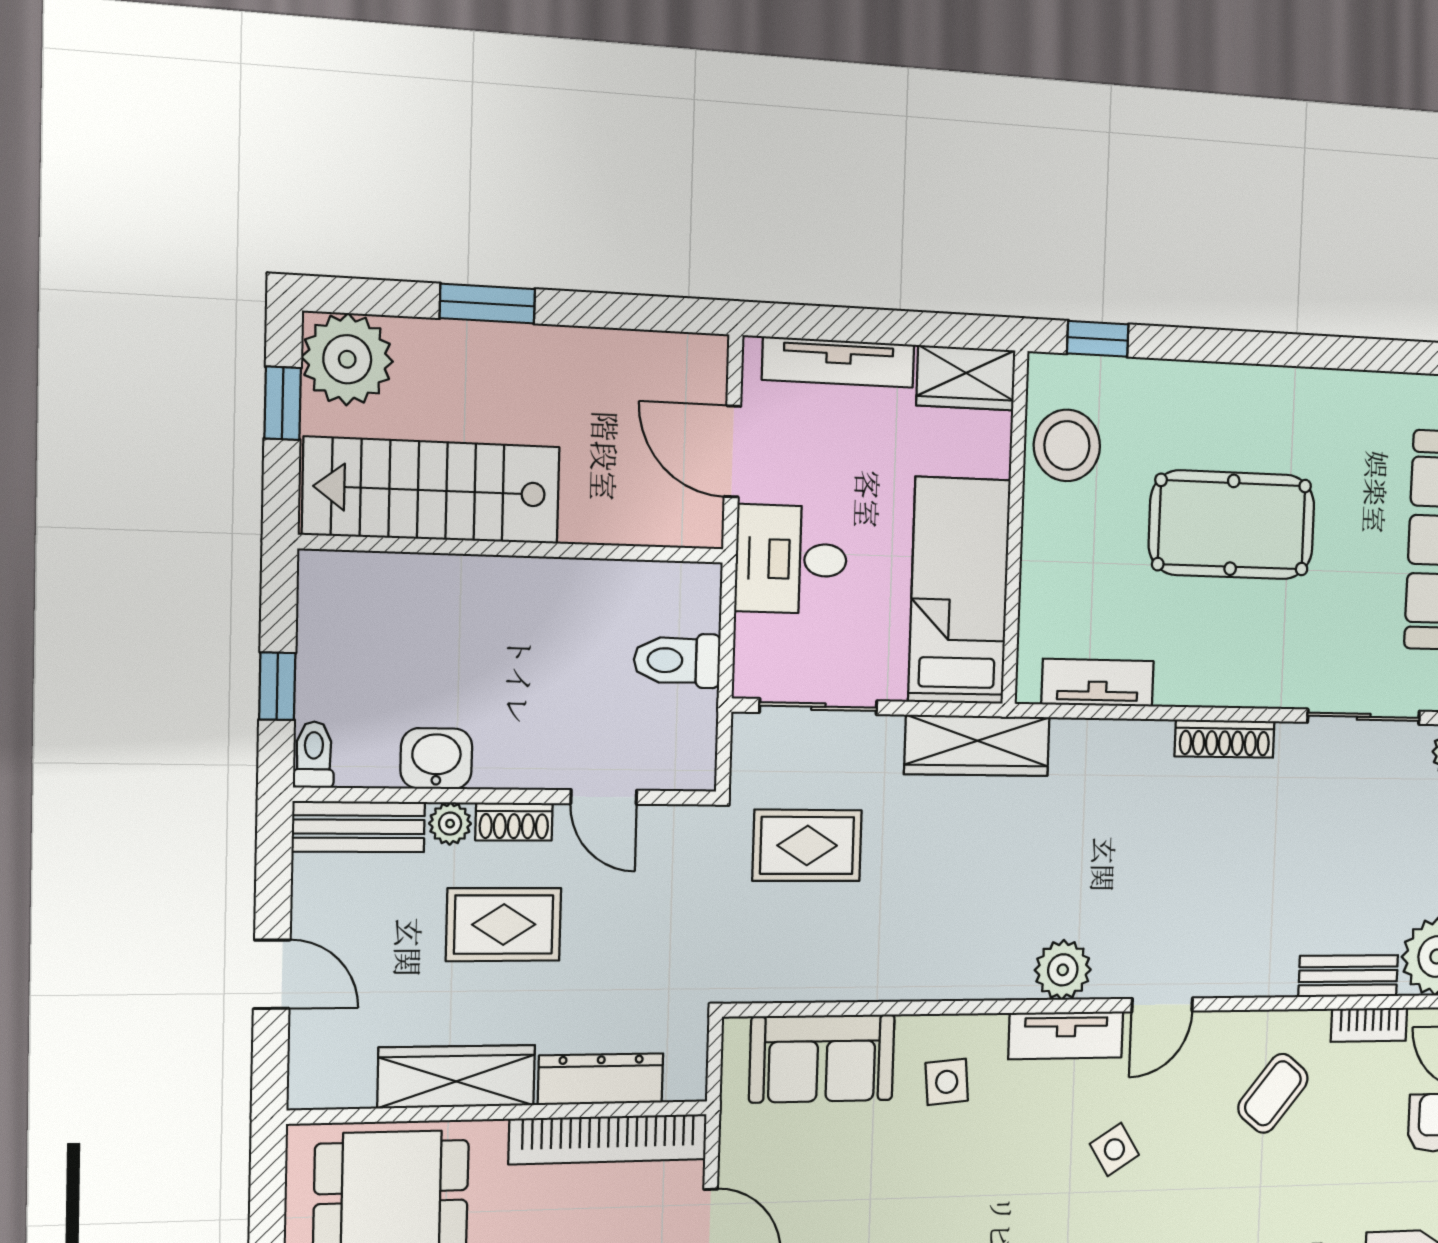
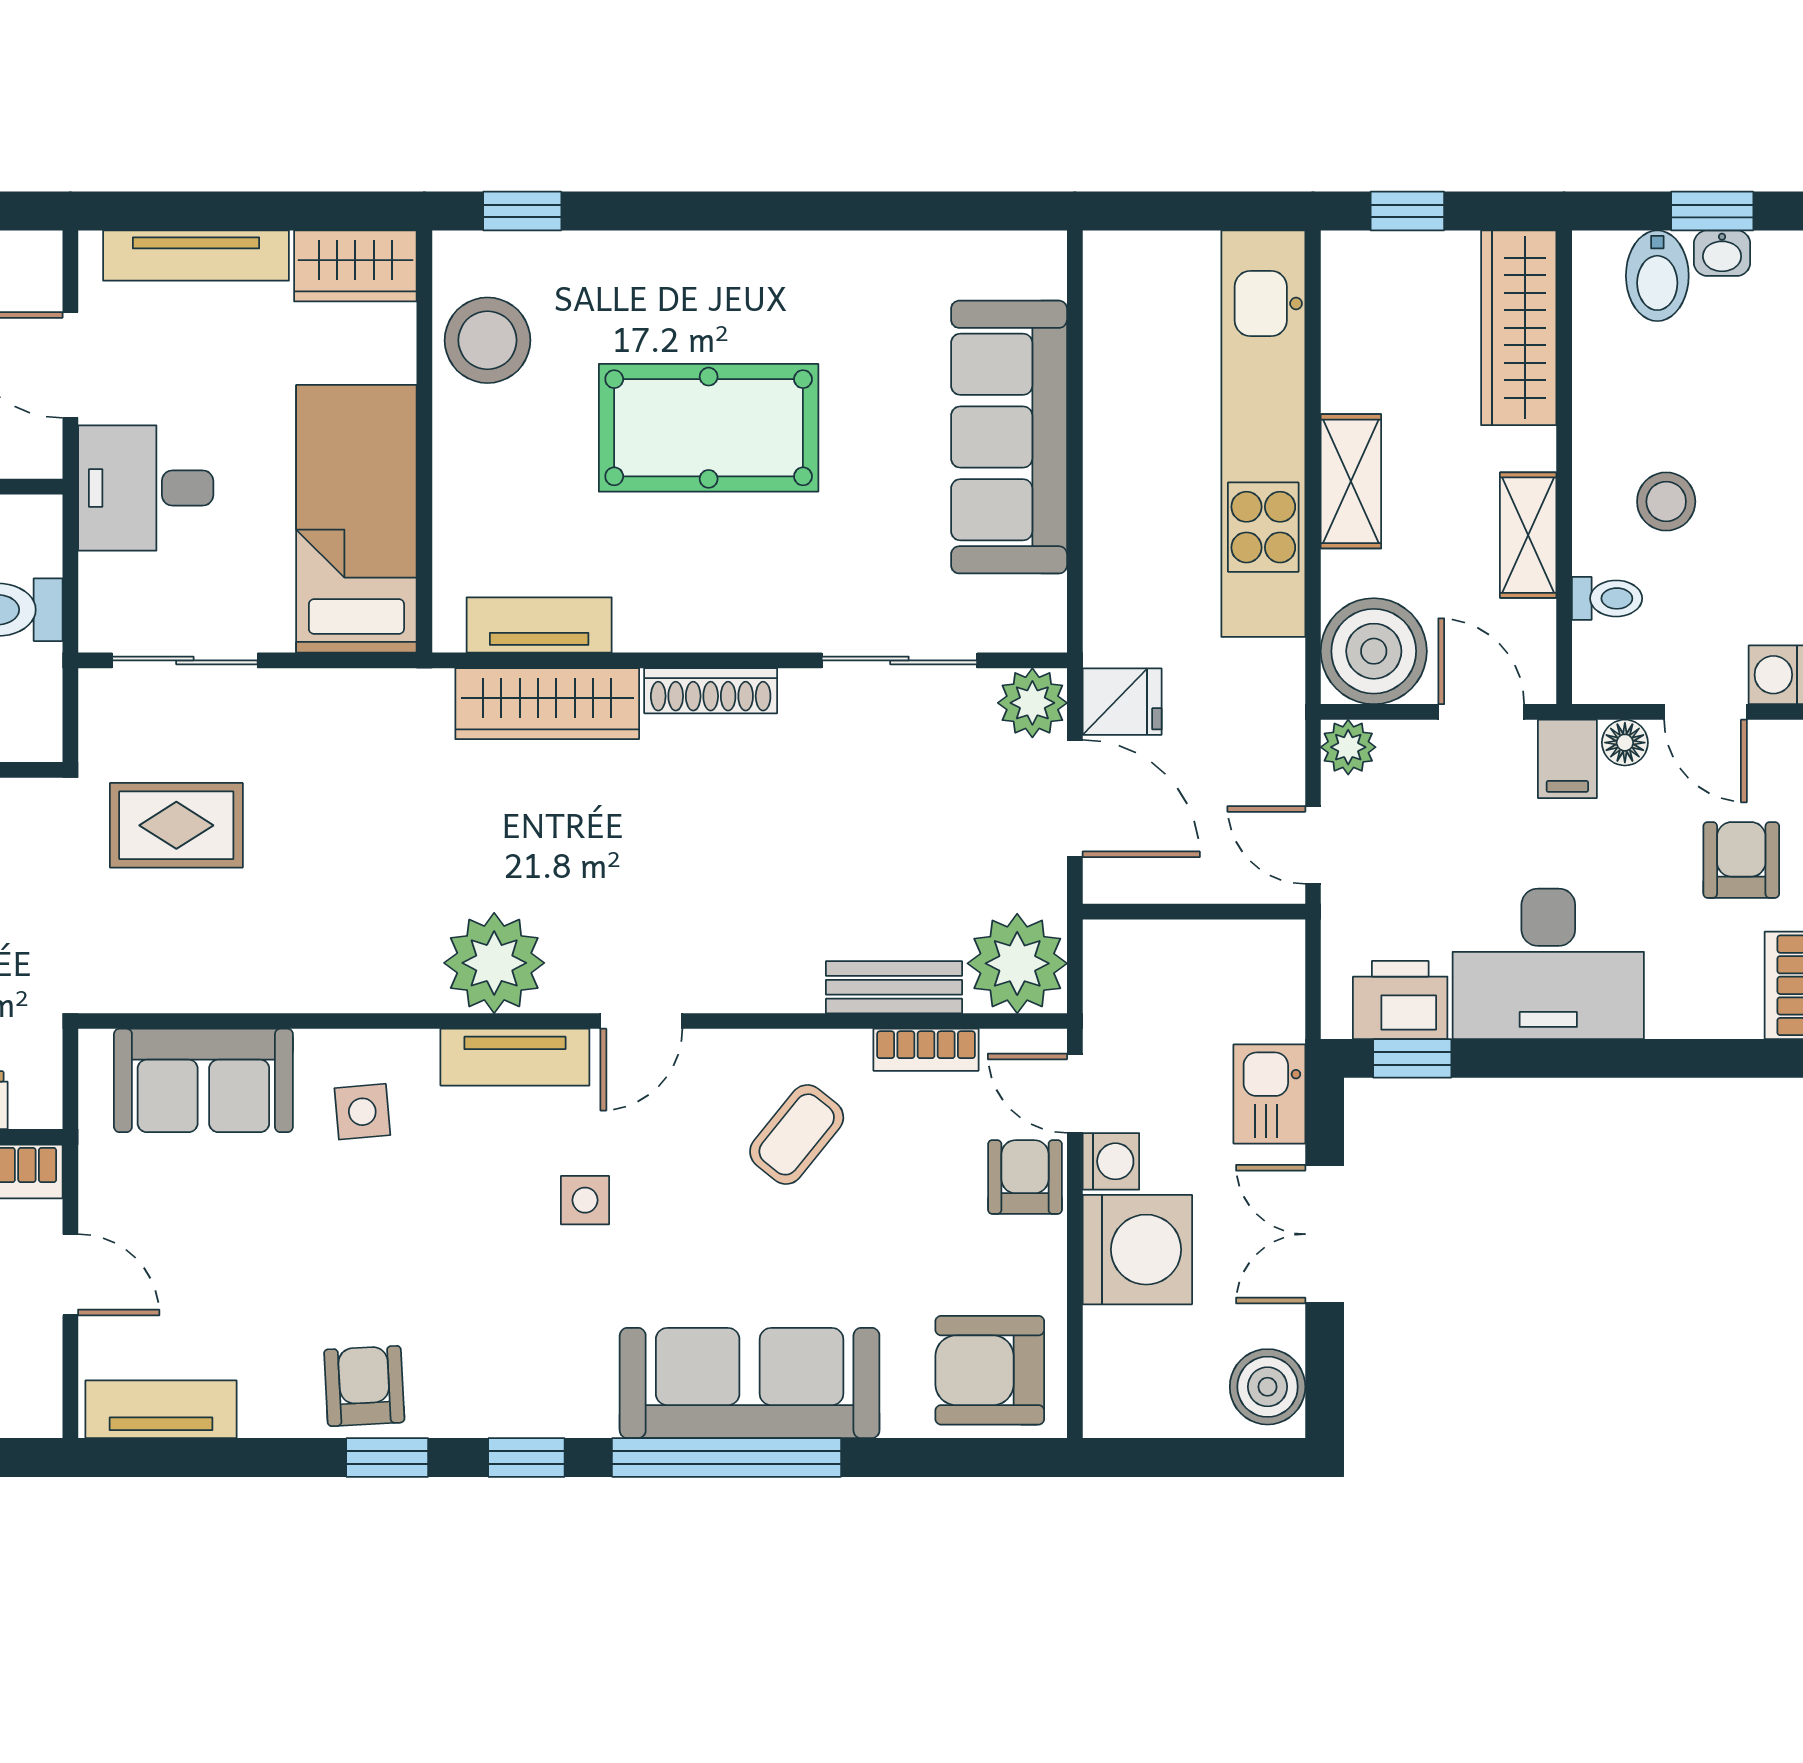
wardrobe: (977, 746) -> (547, 704), moved
plant: (1063, 970) -> (494, 963), width x1.36, depth x1.36
side table: (1114, 1149) -> (585, 1200), turned 32

